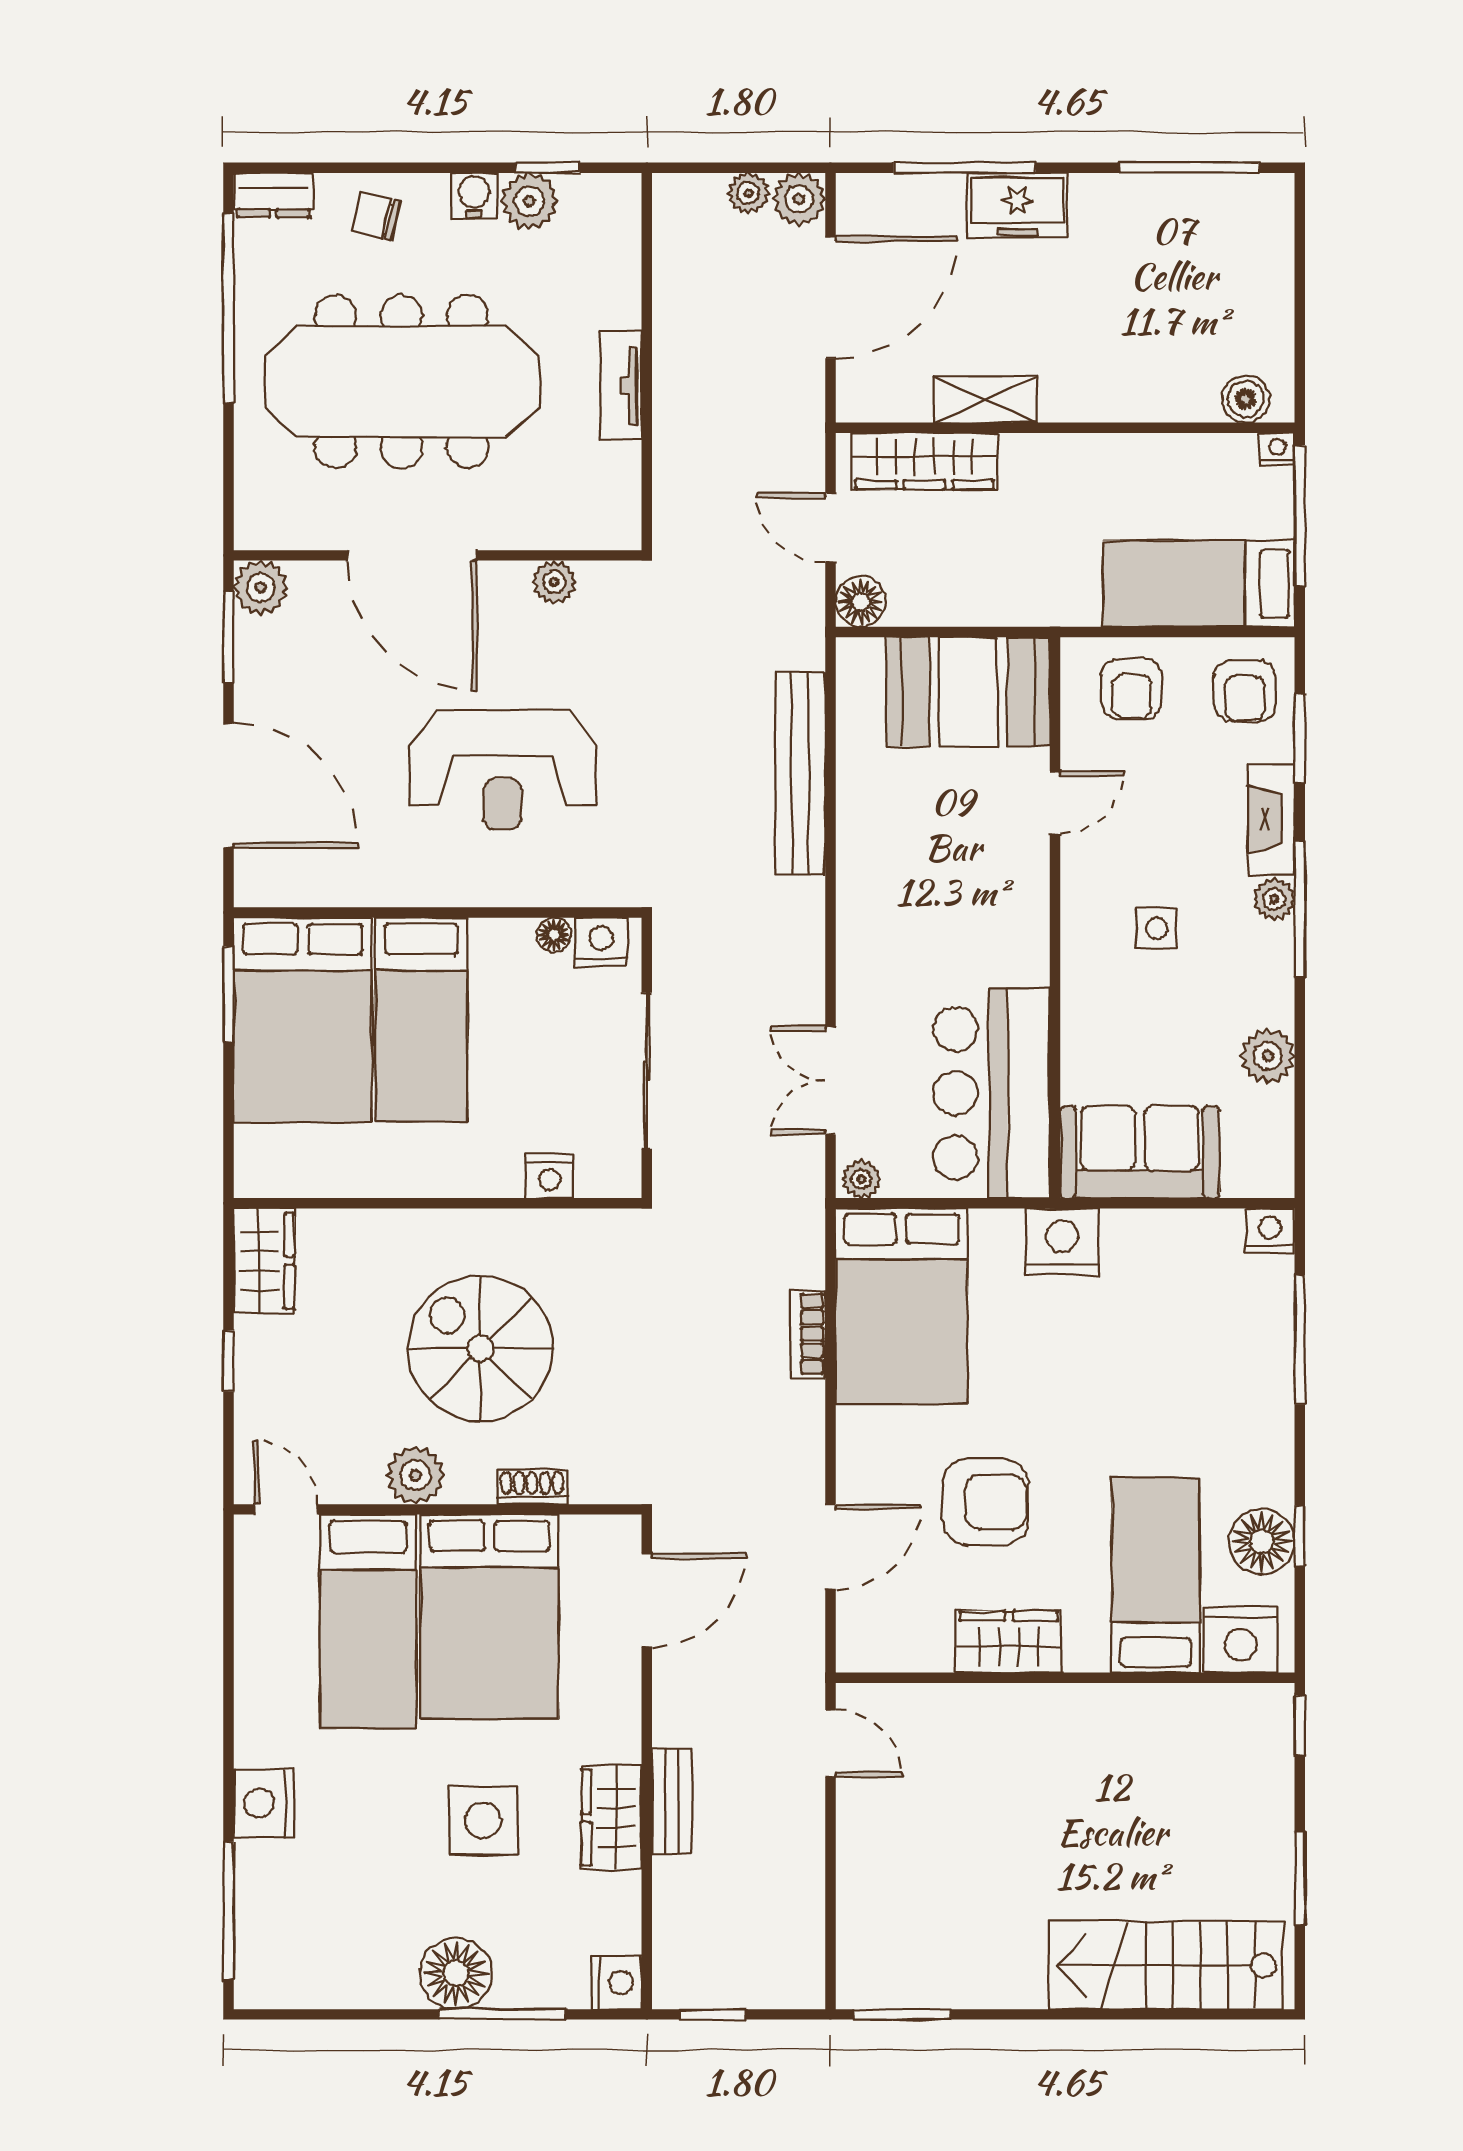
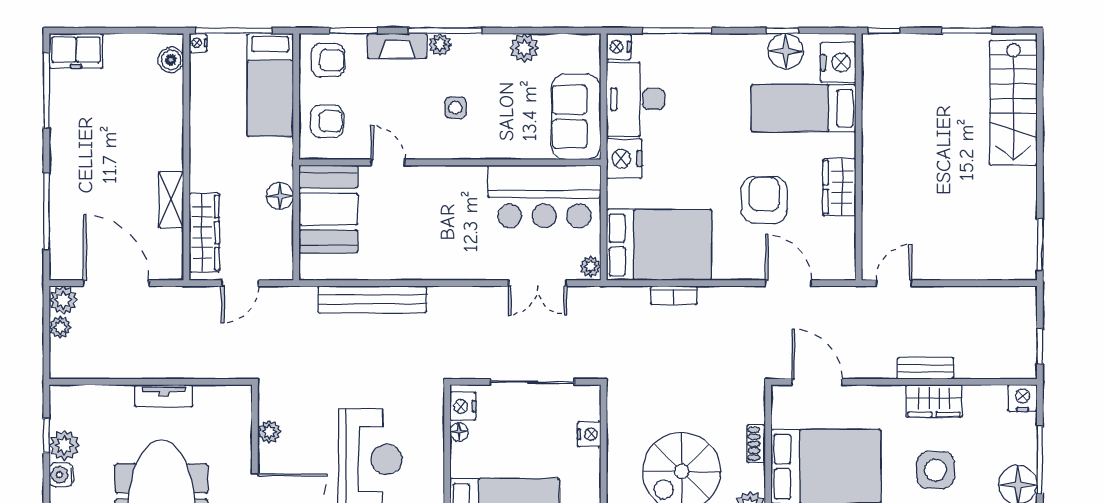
freezer: (1017, 205) -> (76, 51), moved, turned 90
floor lamp: (861, 602) -> (280, 196), moved
desk: (1172, 1263) -> (636, 99), added

